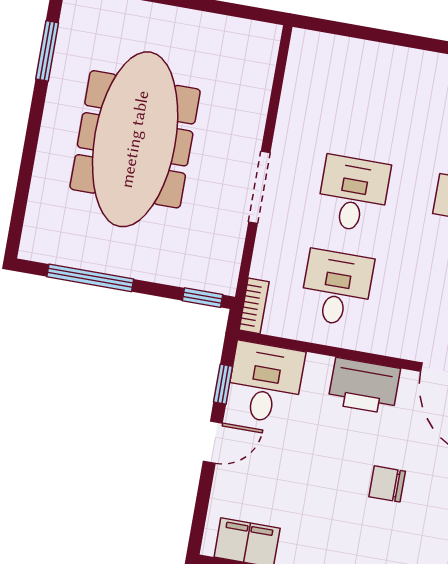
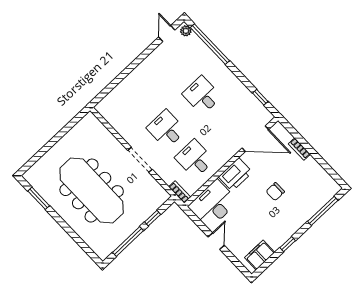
window: (202, 298) -> (153, 218), moved
desk: (265, 383) -> (213, 204), width x1.37
window: (223, 384) -> (199, 223), removed

